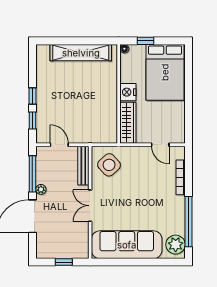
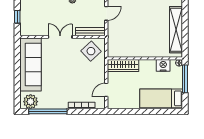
window: (146, 41) -> (185, 79), width x2.17
bed: (165, 72) -> (161, 98), width x0.67
nightstand: (128, 92) -> (163, 65), moved

